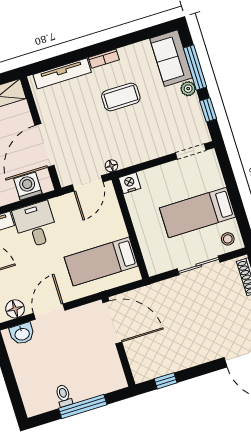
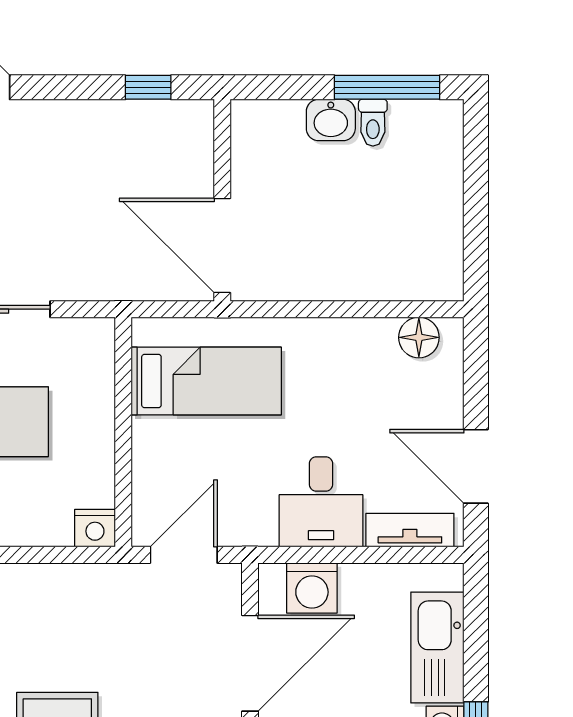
floor lamp: (111, 166) -> (122, 576), removed
door: (49, 312) -> (349, 309), removed
washbasin: (22, 334) -> (331, 120), moved, turned 180
window: (83, 406) -> (387, 87), moved

